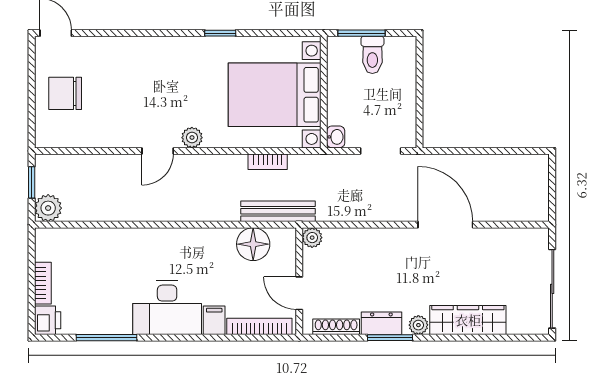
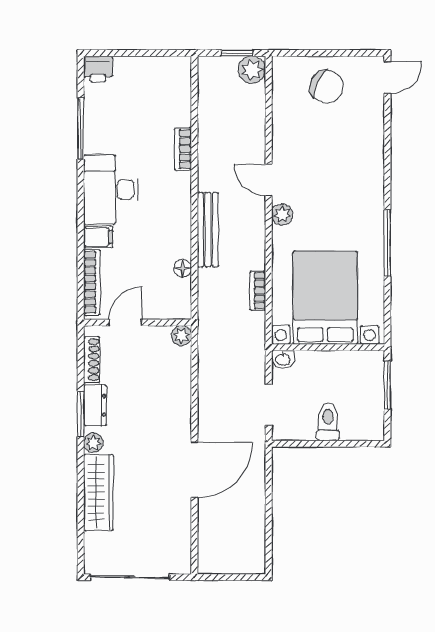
window: (220, 33) -> (387, 243), width x2.17
toilet: (372, 55) -> (328, 422), moved, turned 90
chair: (65, 93) -> (327, 87), turned 116
plant: (48, 208) -> (252, 70), moved
bench: (278, 211) -> (208, 230), moved
floor lamp: (253, 244) -> (183, 268), width x0.53, depth x0.53
bookcase: (43, 283) -> (183, 149), moved, turned 90

